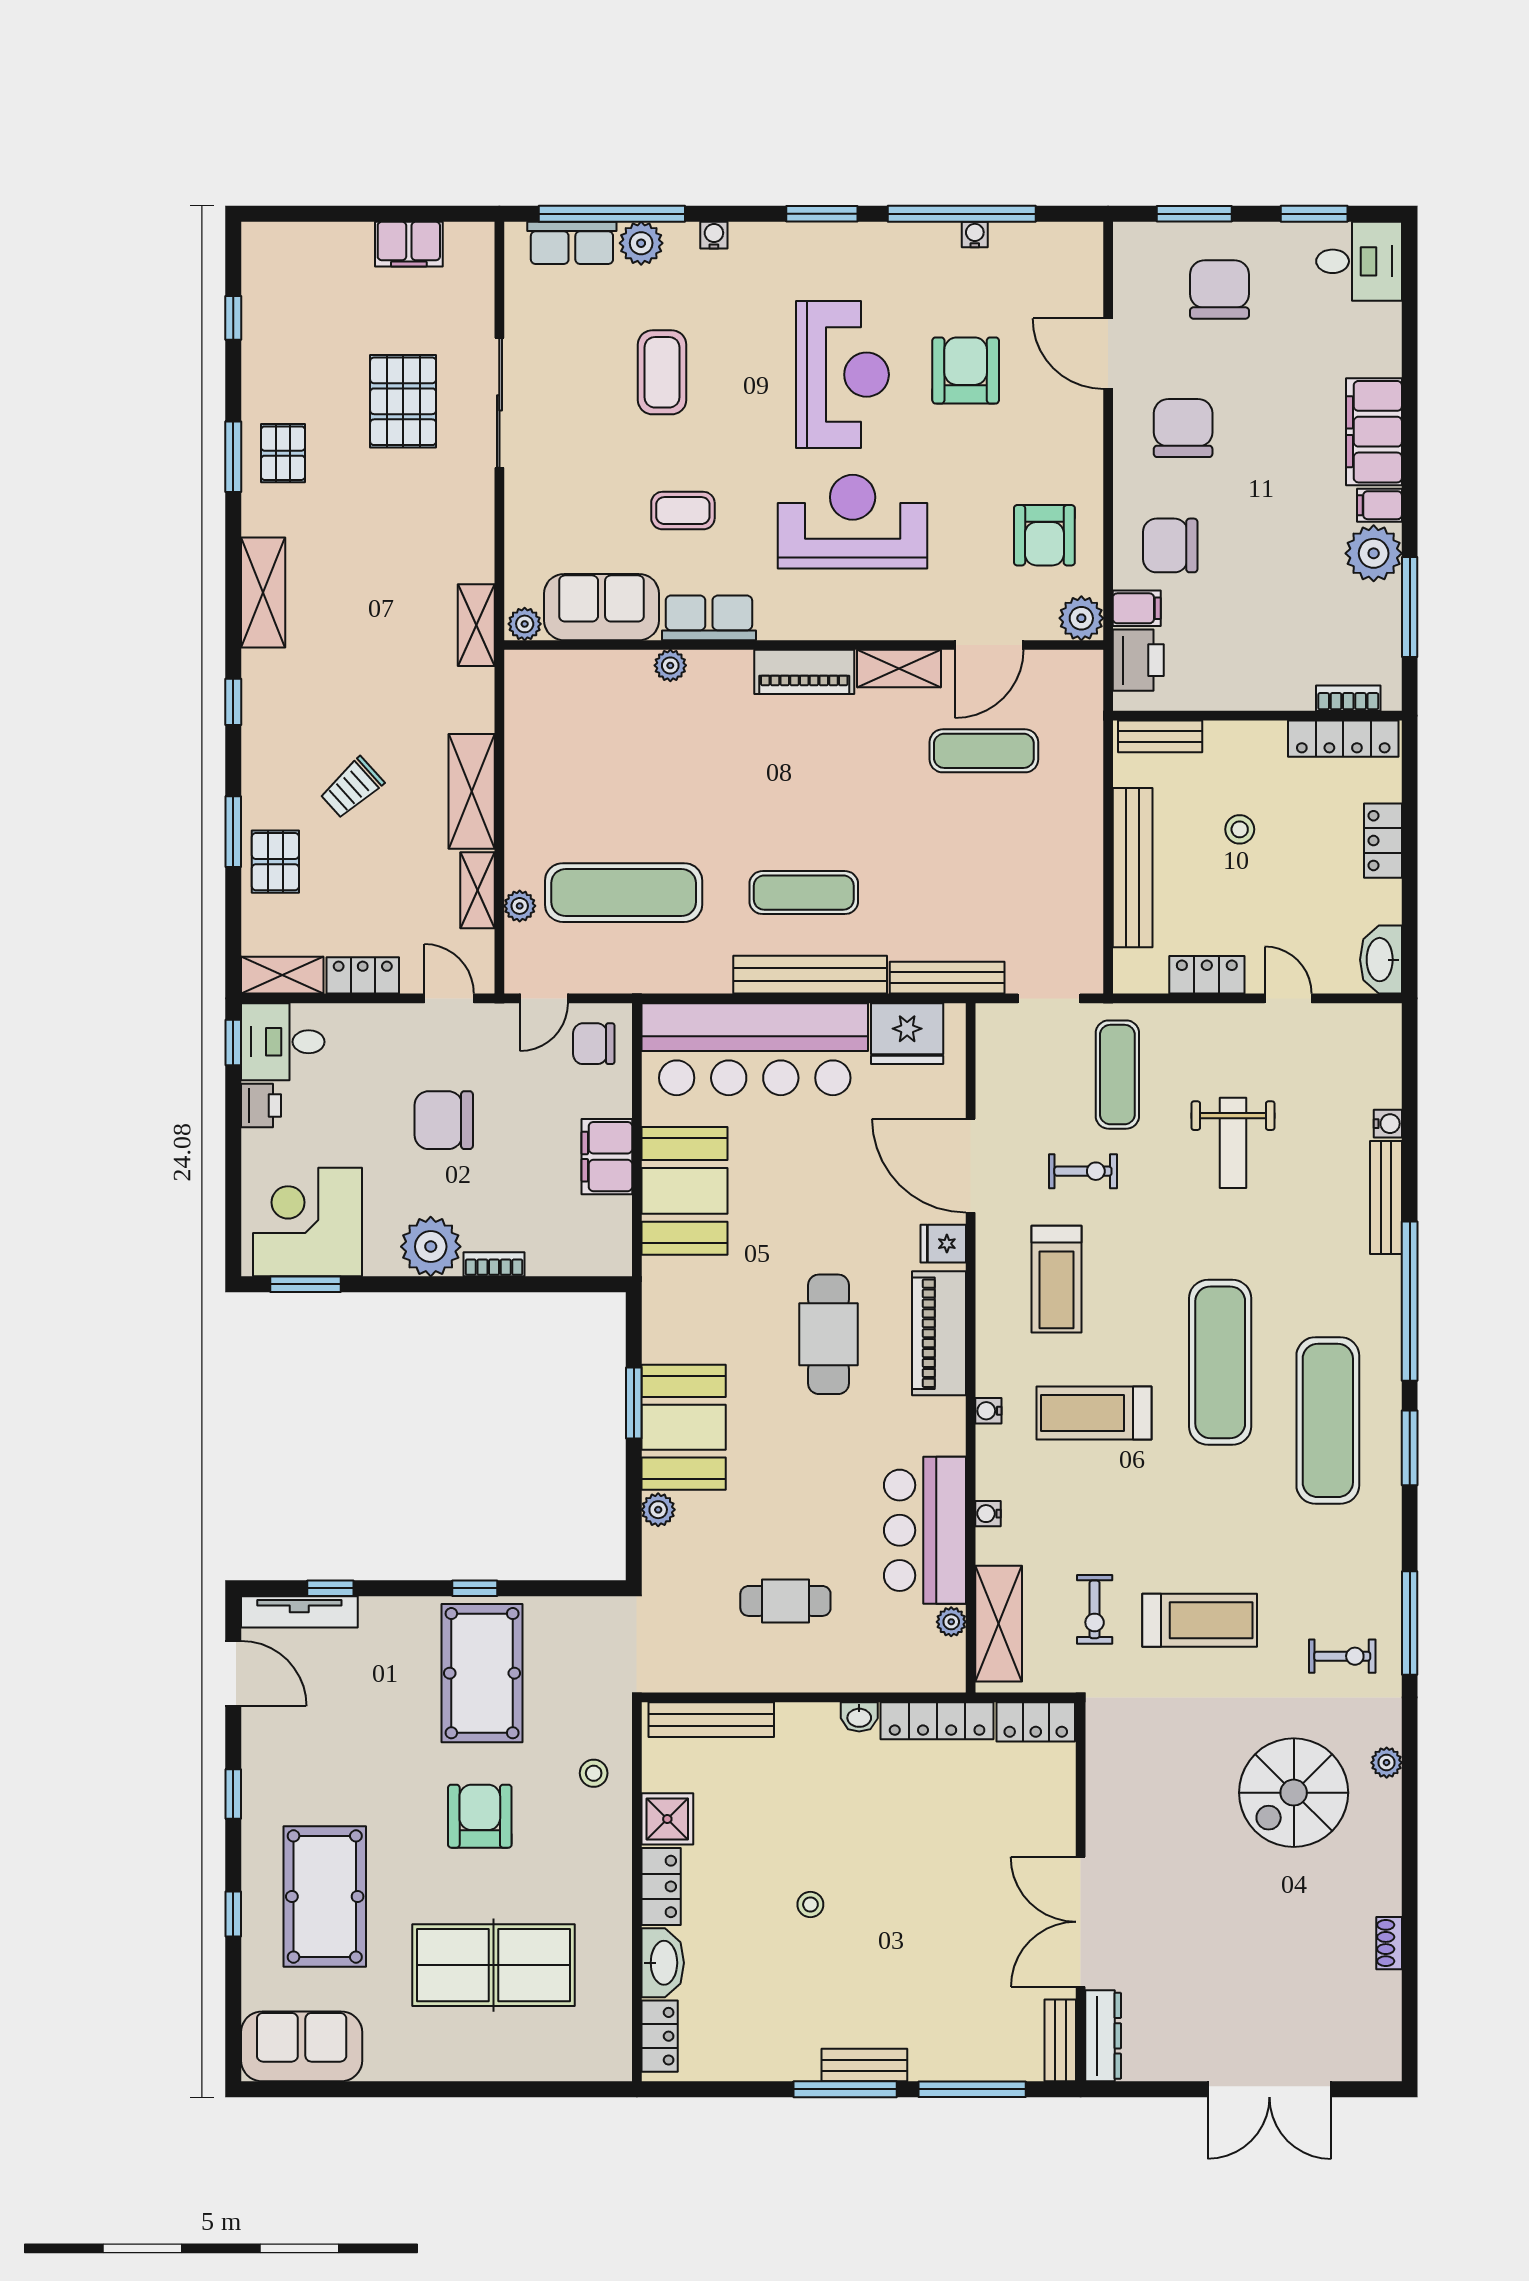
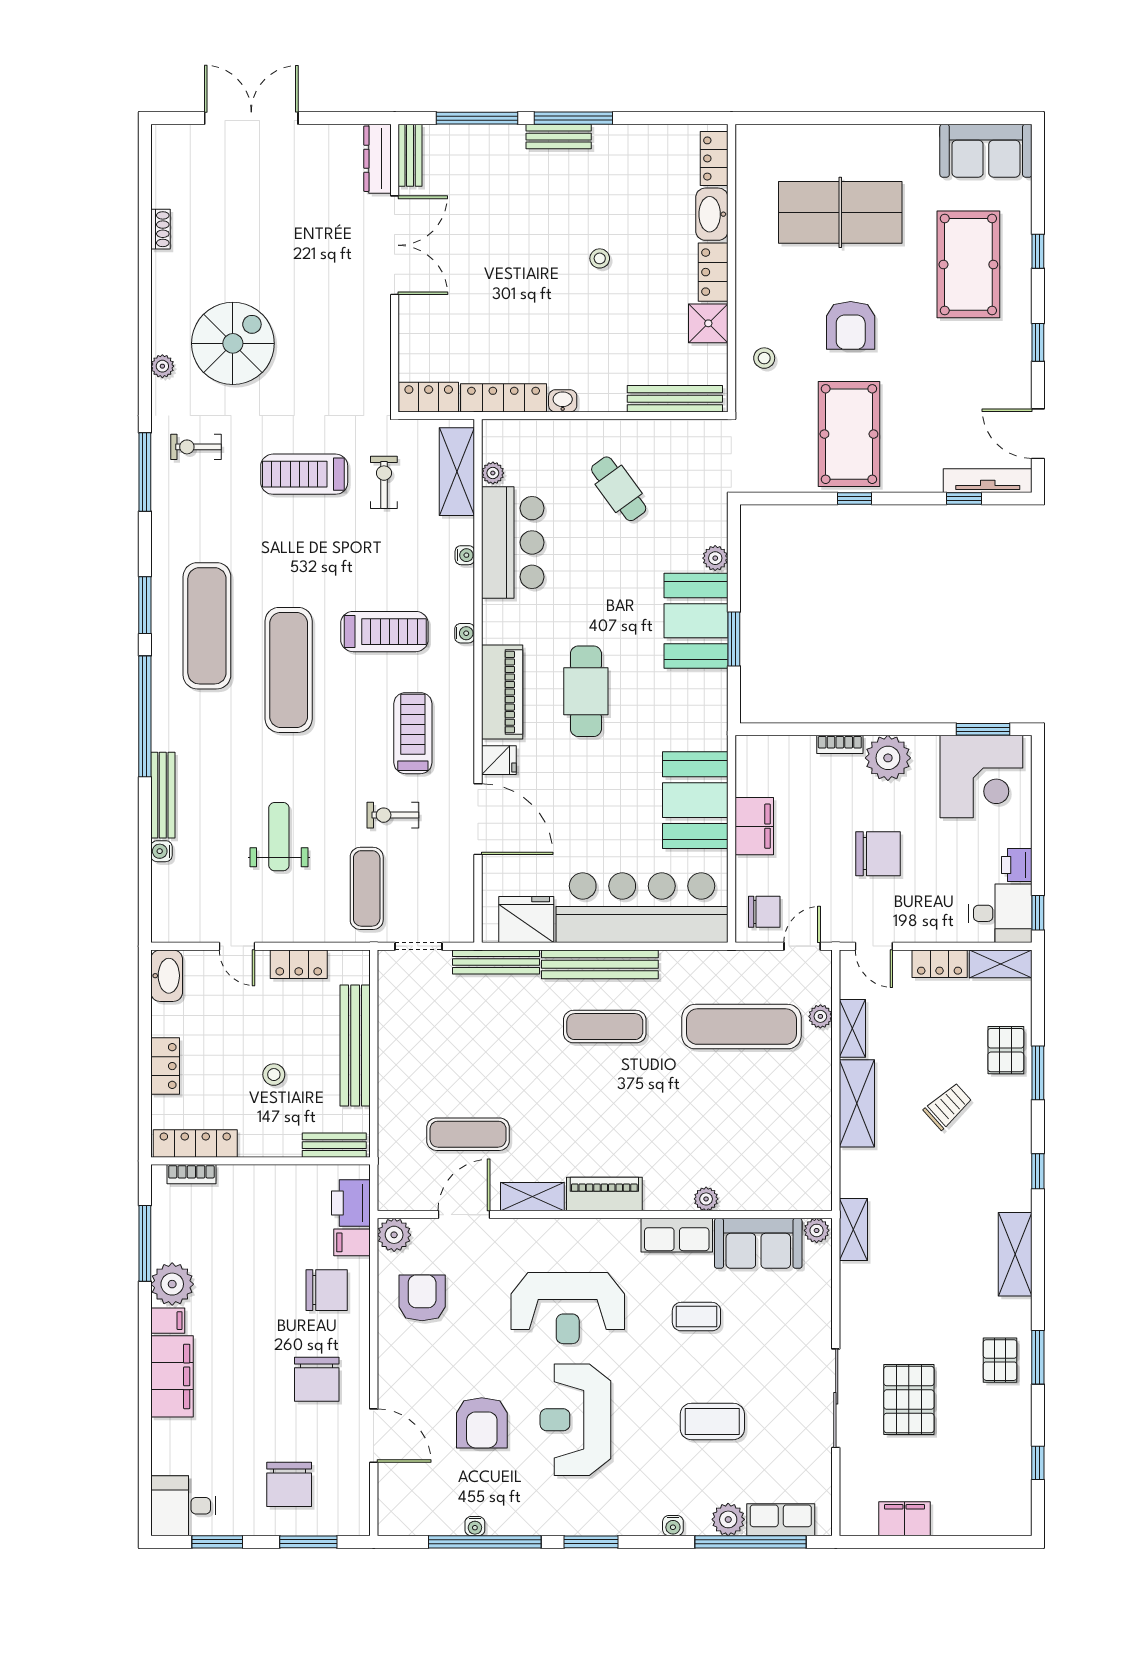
coffee table: (662, 372) -> (712, 1421), turned 90
cafe table: (785, 1601) -> (619, 489), turned 54

